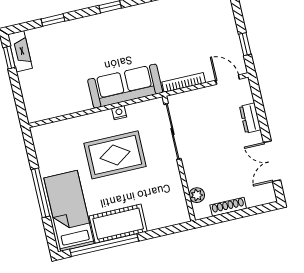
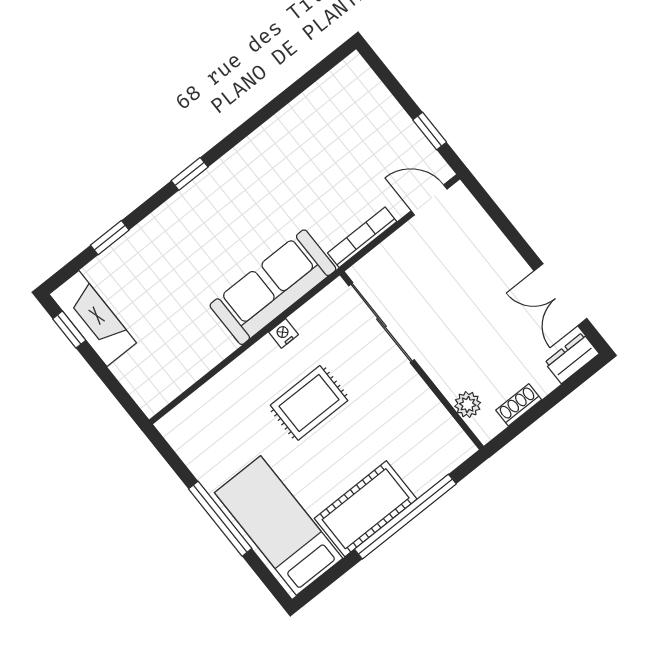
fireplace: (20, 51) -> (93, 319), width x1.37, depth x1.32
dresser: (250, 118) -> (572, 358), moved, turned 90
rug: (115, 155) -> (309, 403), width x0.73, depth x0.70
shoe rack: (228, 207) -> (519, 405), width x0.70
window: (104, 245) -> (405, 517), moved

